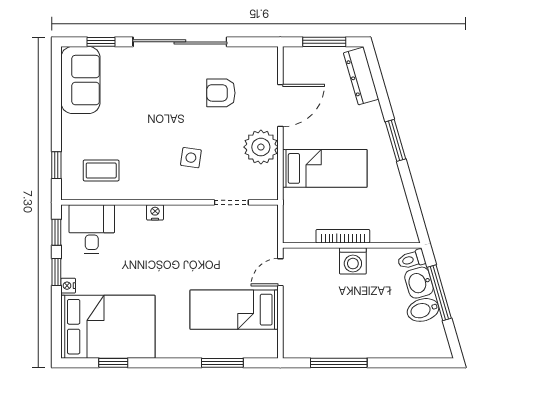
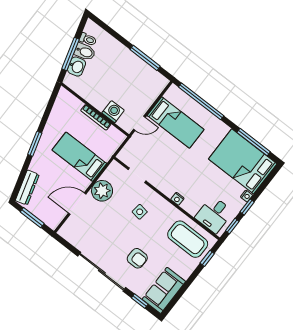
armchair: (221, 93) -> (137, 258), moved
coffee table: (101, 170) -> (188, 239), width x1.86, depth x1.72
toilet: (411, 259) -> (88, 39), moved
washing machine: (353, 261) -> (113, 112), moved
window: (113, 363) -> (254, 142), width x2.17
window: (222, 363) -> (201, 101), width x2.11

